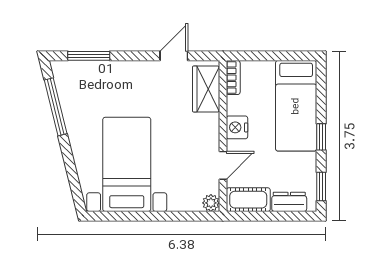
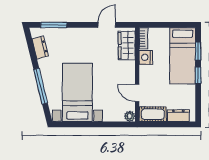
dresser: (67, 92) -> (40, 47), added
window: (56, 107) -> (41, 86), moved
nightstand: (237, 127) -> (146, 57), moved
door: (223, 165) -> (137, 93), swing flipped
window: (321, 187) -> (198, 51), moved

